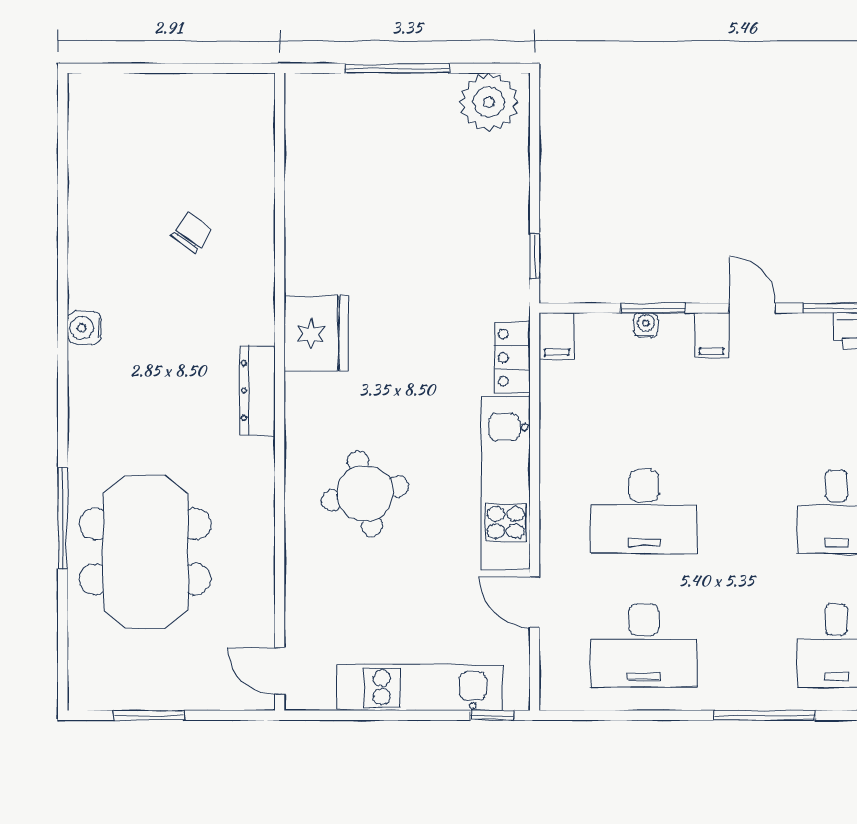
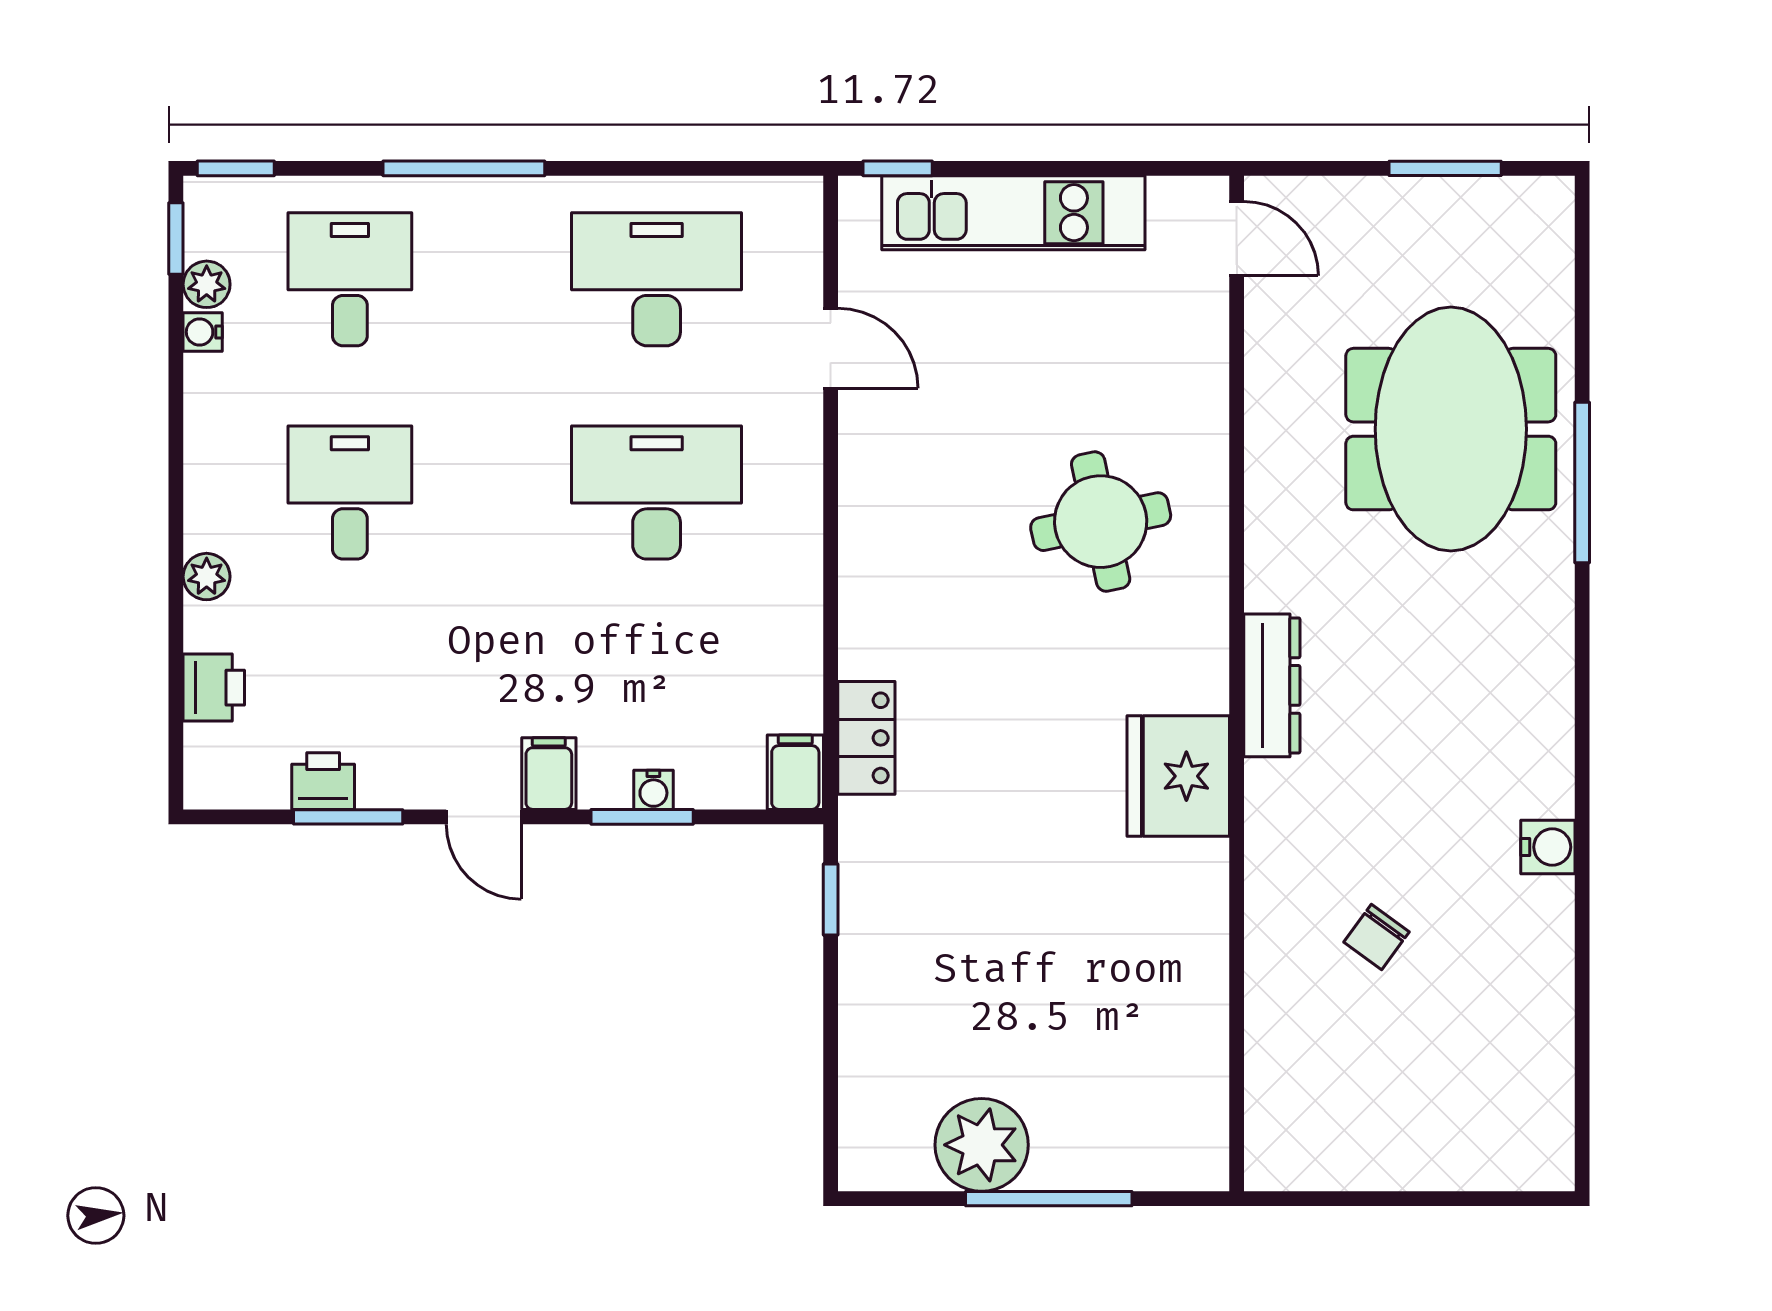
plant: (489, 102) -> (982, 1145), moved
water cooler: (84, 328) -> (1548, 847), moved
kitchen unit: (506, 483) -> (877, 539), removed

